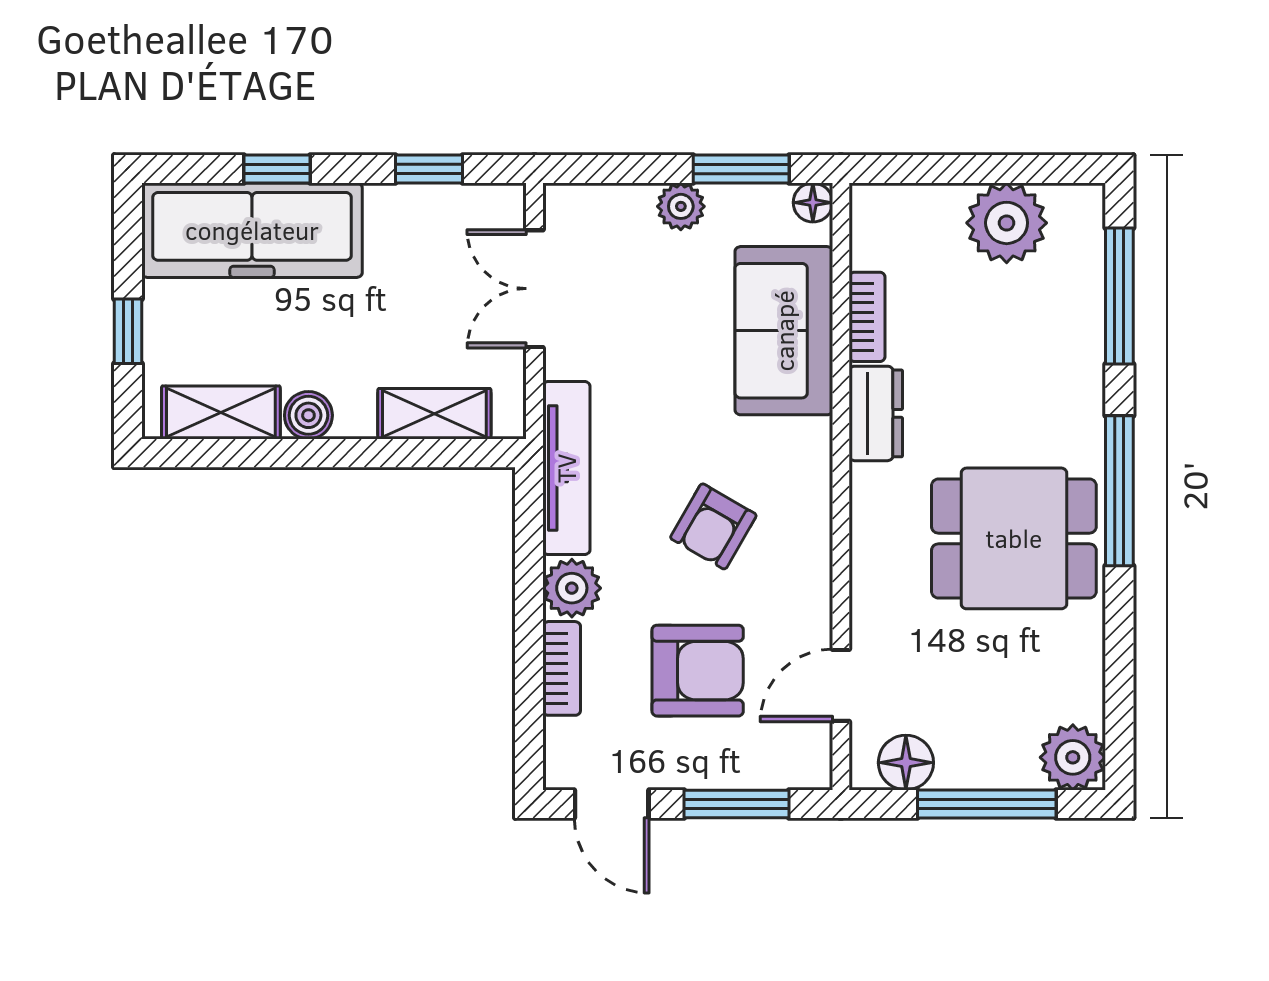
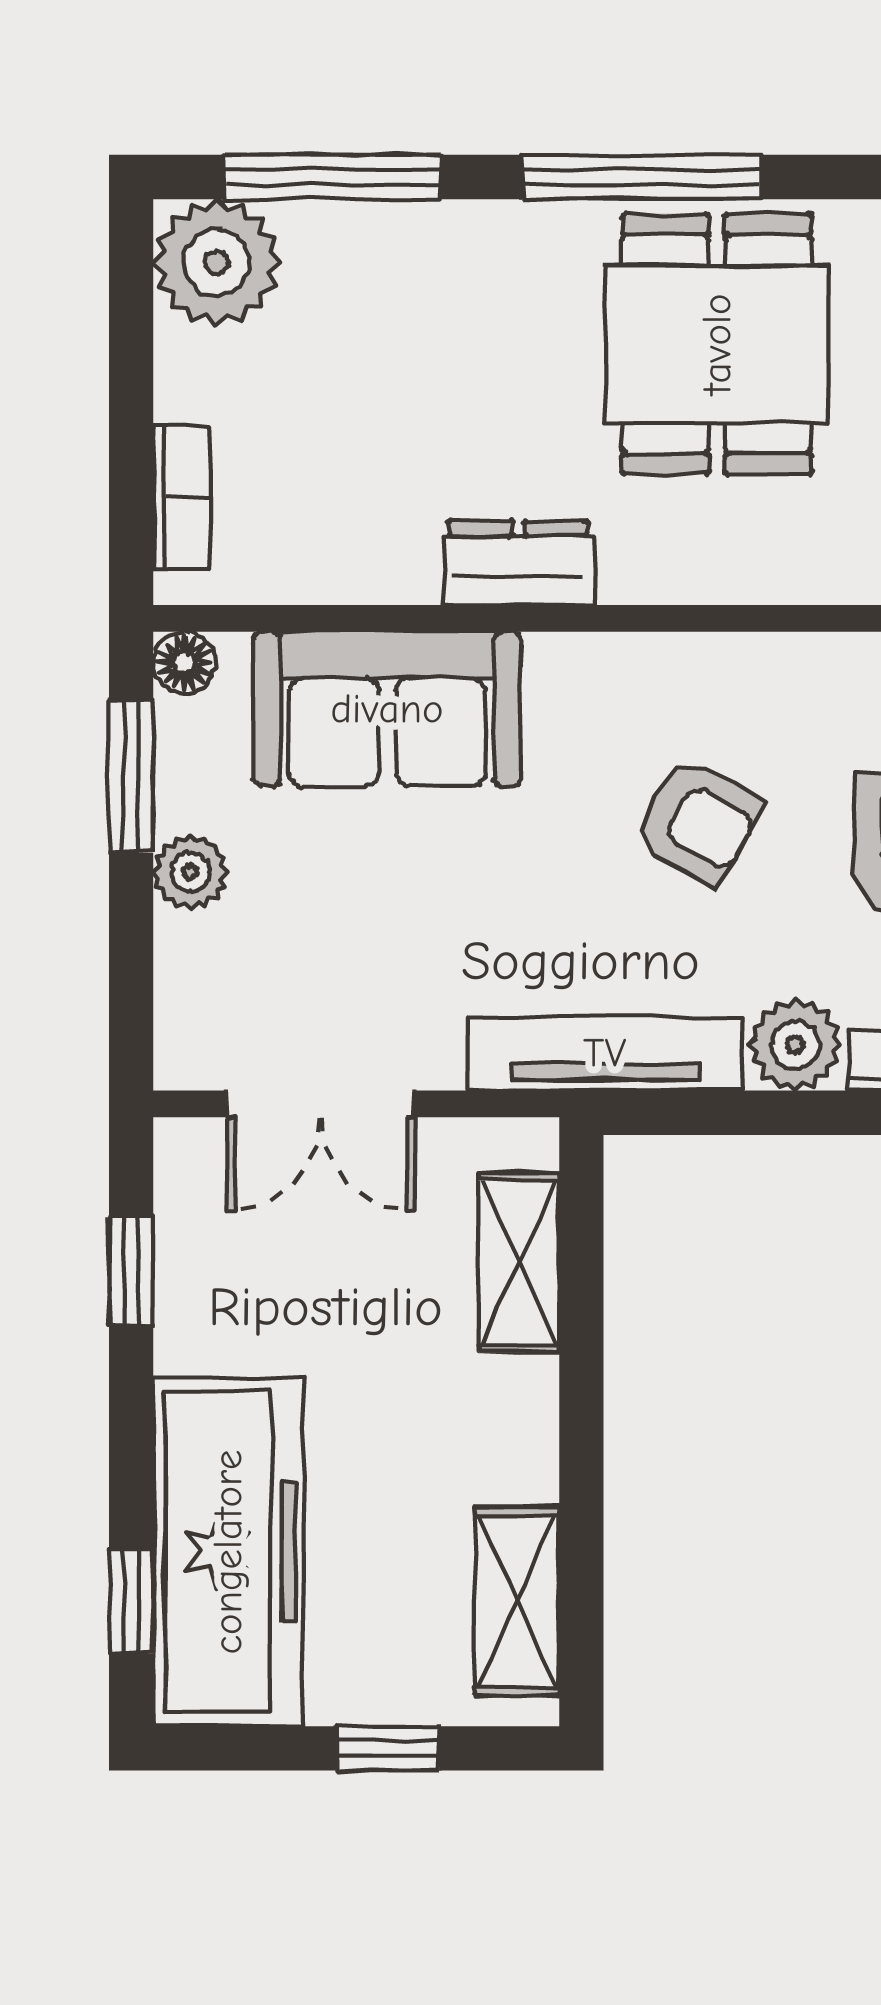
window: (277, 169) -> (131, 1601), moved
plant: (1007, 223) -> (217, 262), moved
bookcase: (867, 317) -> (182, 497), moved, turned 90
boiler: (308, 415) -> (522, 1462), removed

